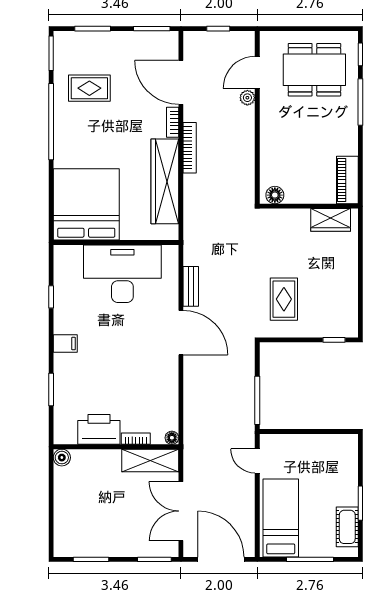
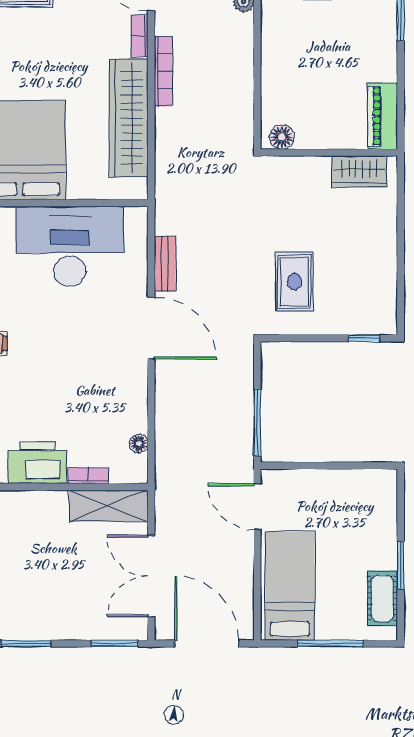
floor lamp: (172, 438) -> (139, 443), moved
door: (257, 461) -> (257, 507), width x1.38

